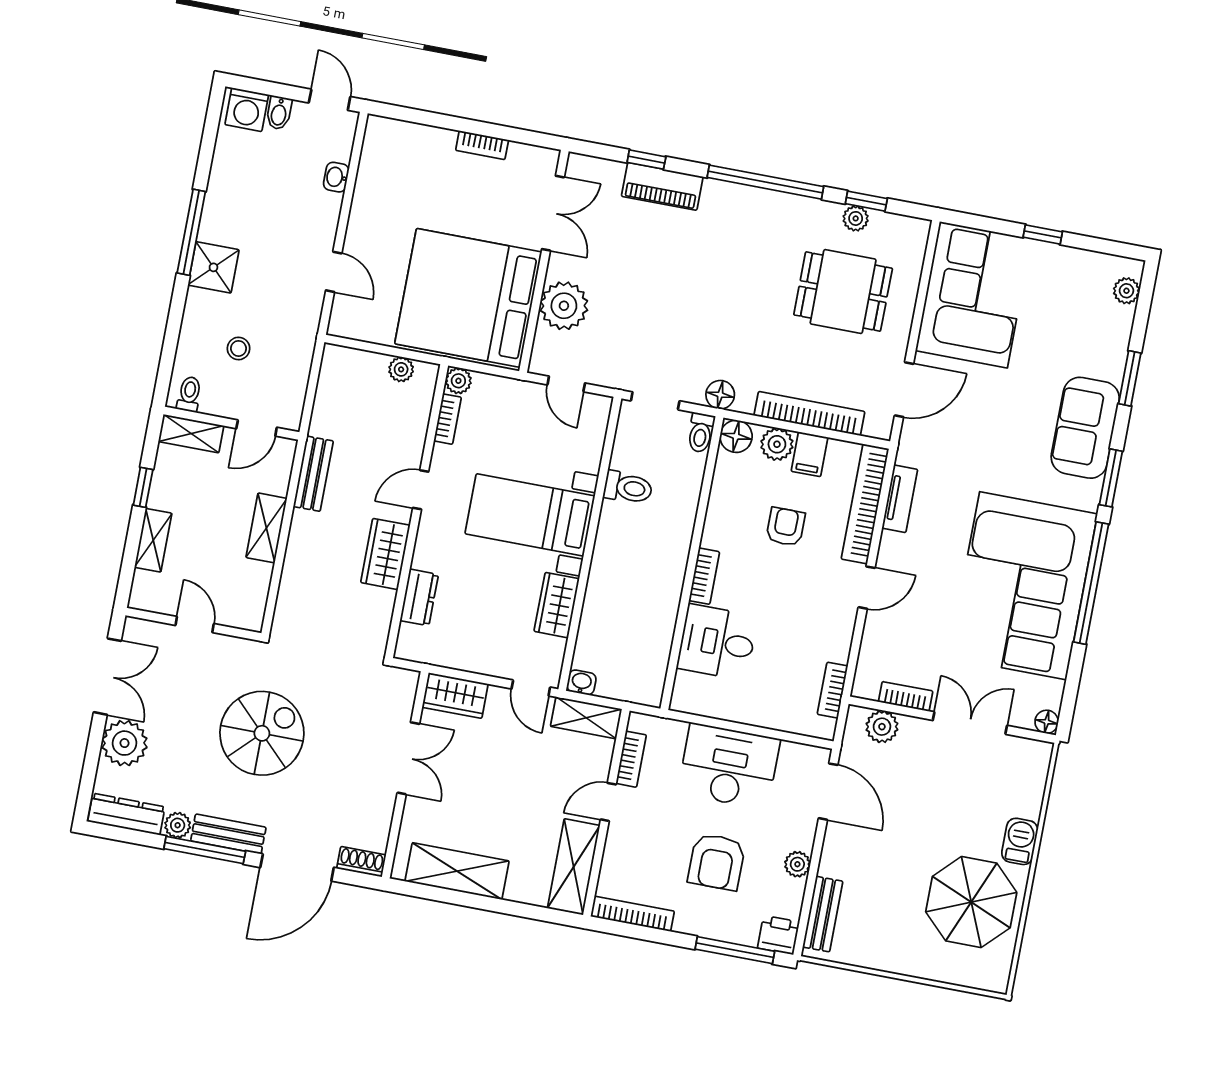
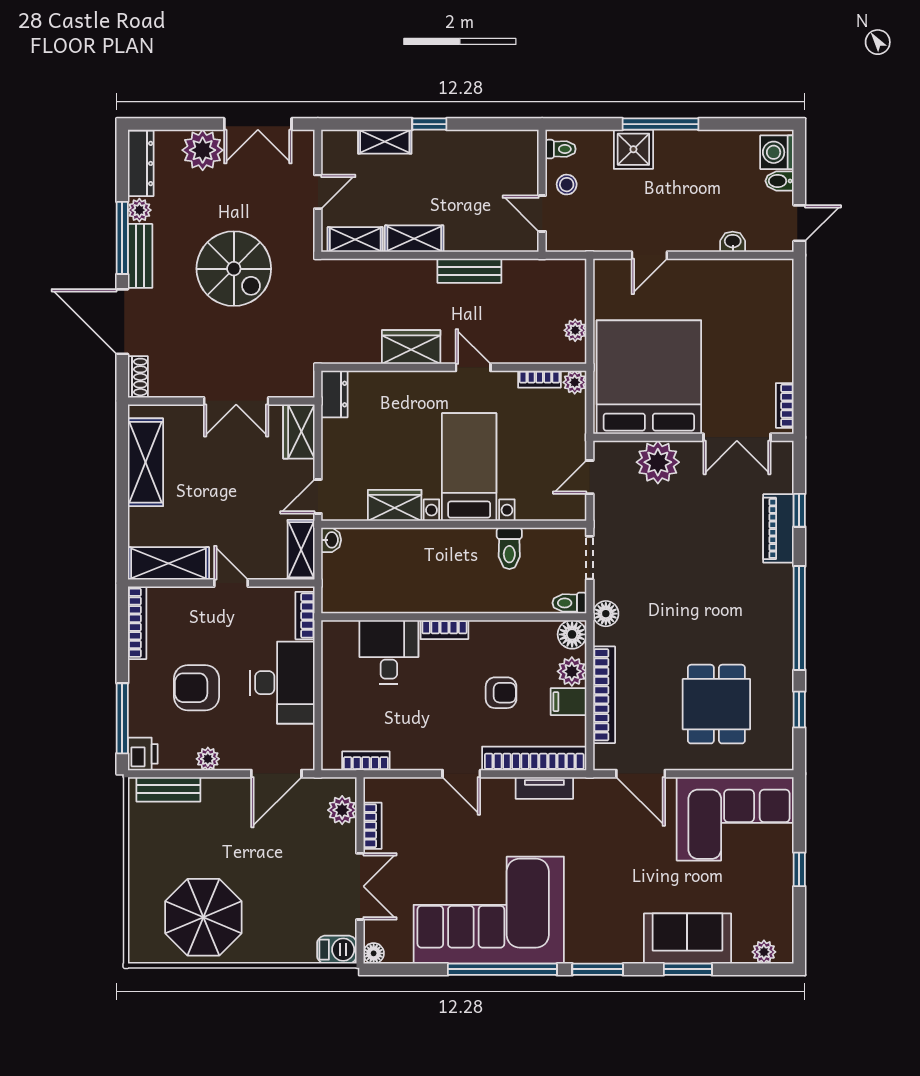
bookcase: (482, 145) -> (785, 405), moved
plant: (856, 218) -> (782, 703), removed
toilet: (189, 394) -> (561, 149), moved
wall: (231, 423) -> (542, 191), moved
door: (257, 428) -> (542, 214), moved
sofa: (1085, 428) -> (687, 938), moved
shelving: (191, 434) -> (355, 239), moved, turned 90
dresser: (419, 597) -> (334, 394), moved, turned -90
bookcase: (631, 759) -> (305, 616), moved, turned 90
barbecue: (1020, 841) -> (337, 950), moved

